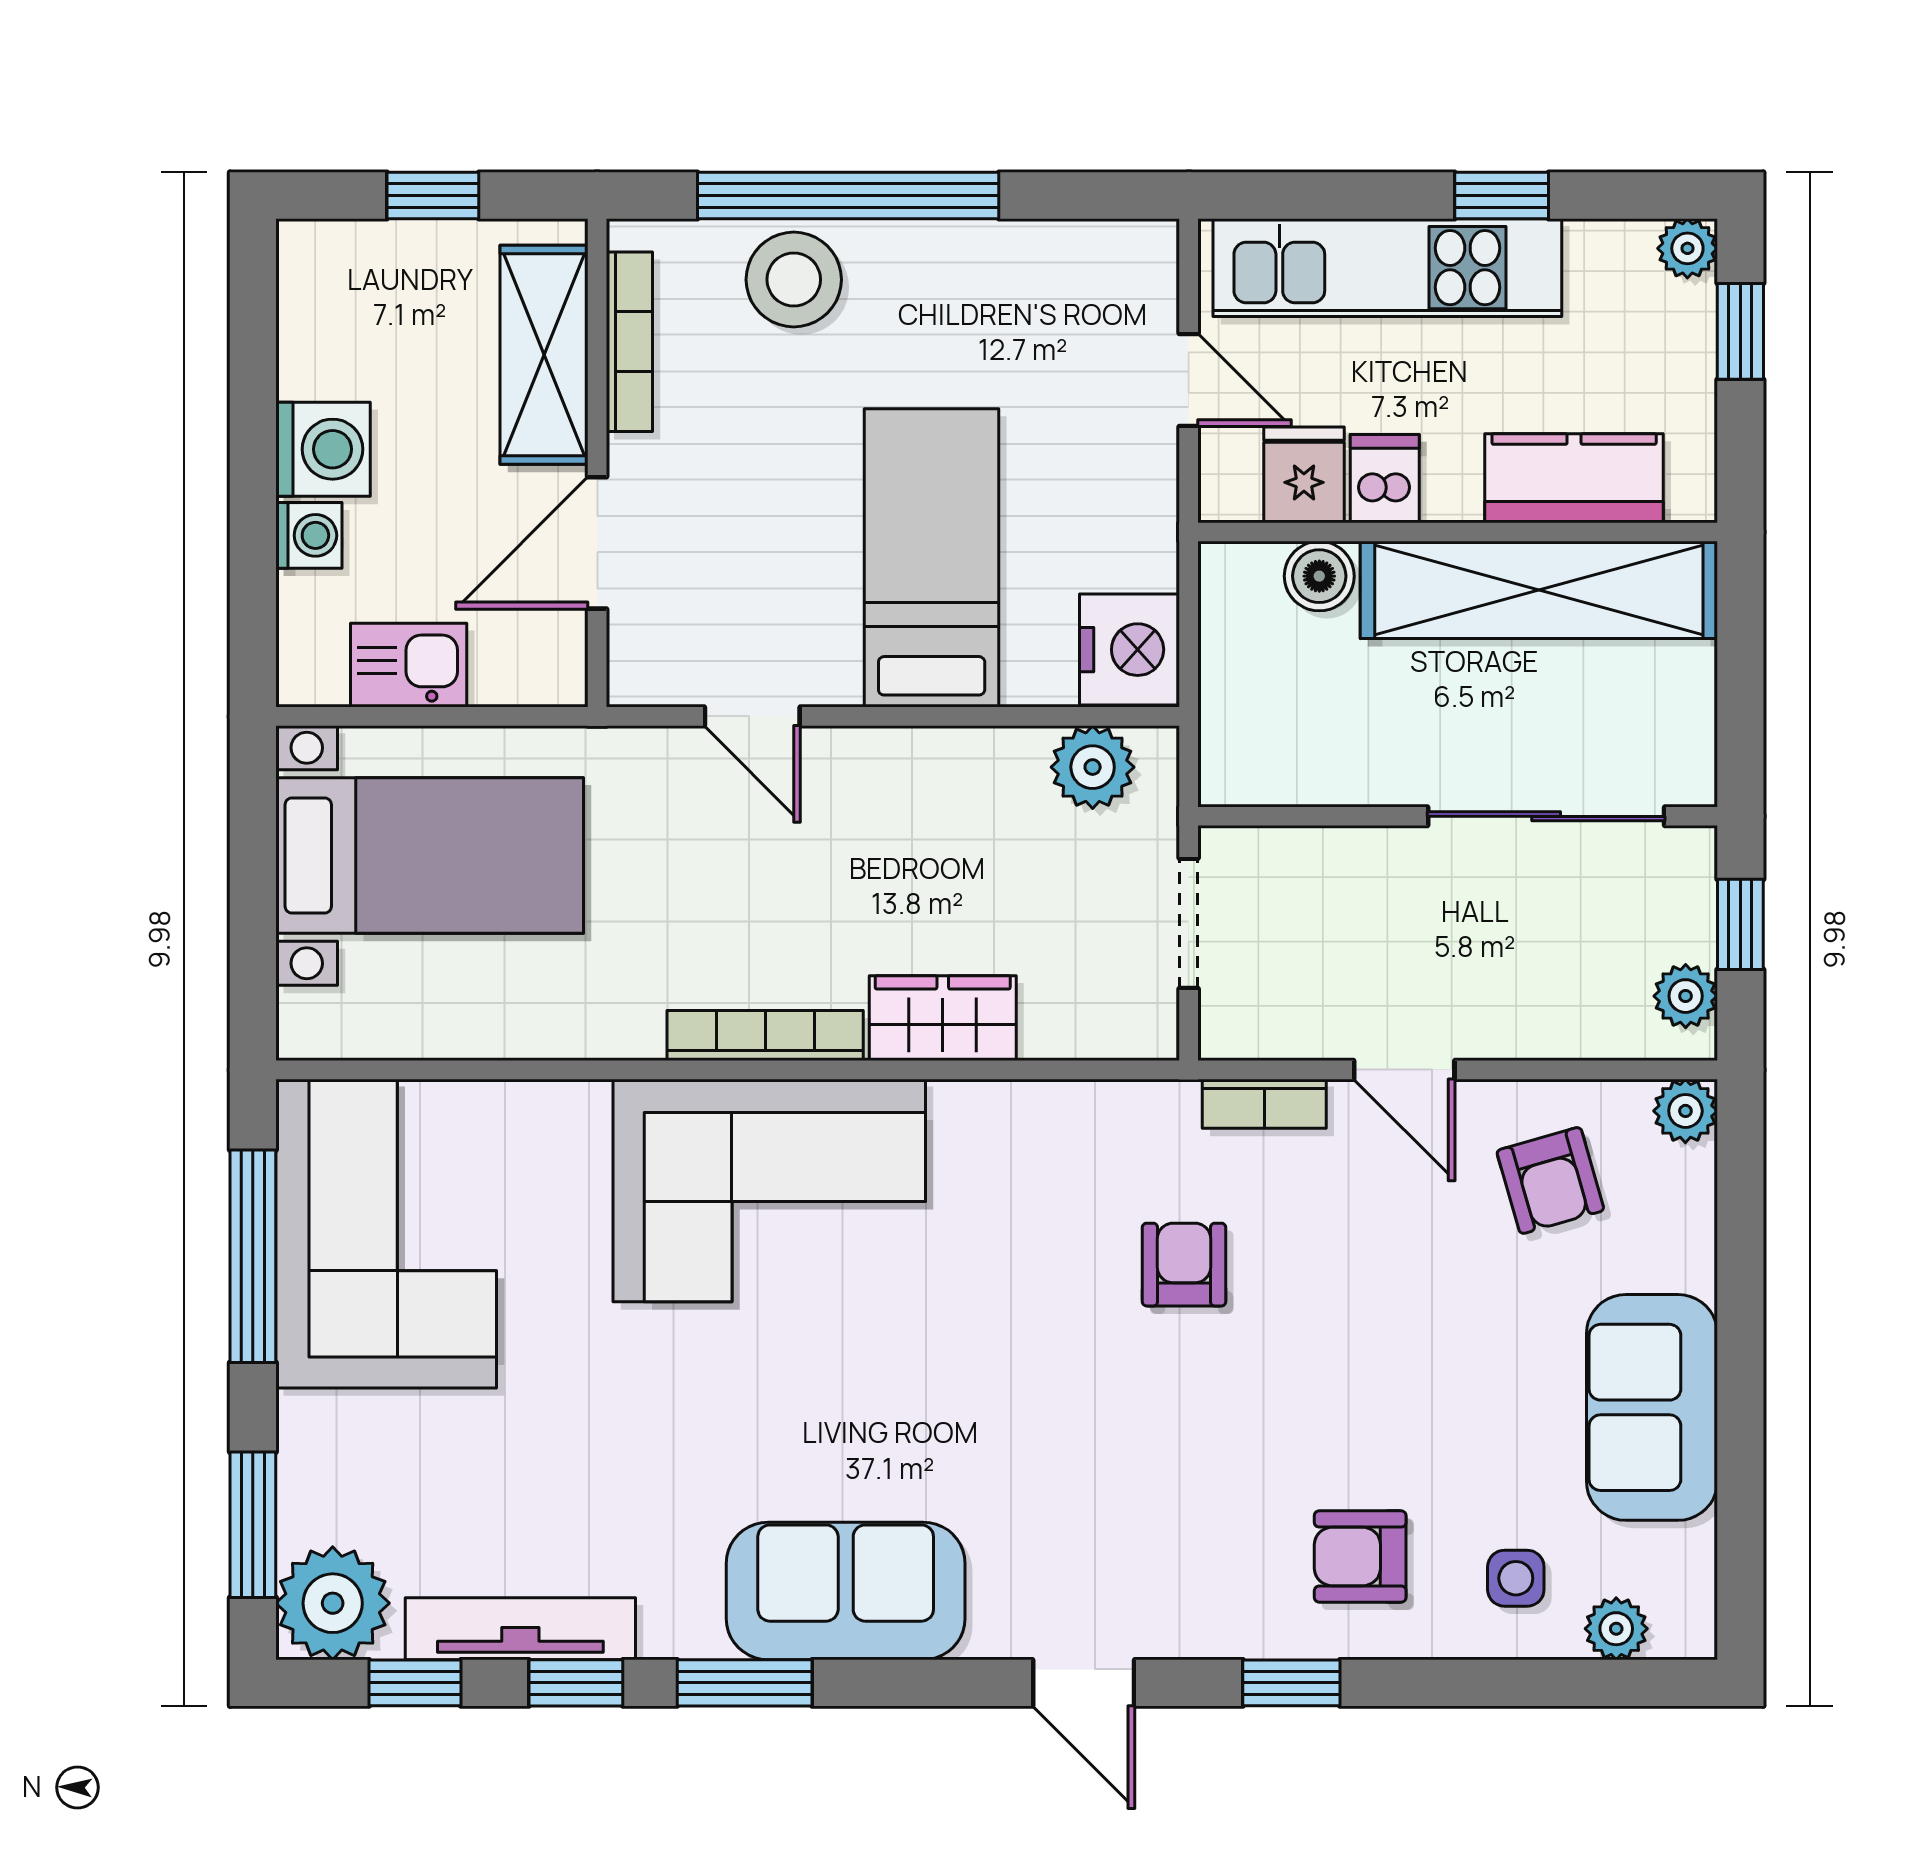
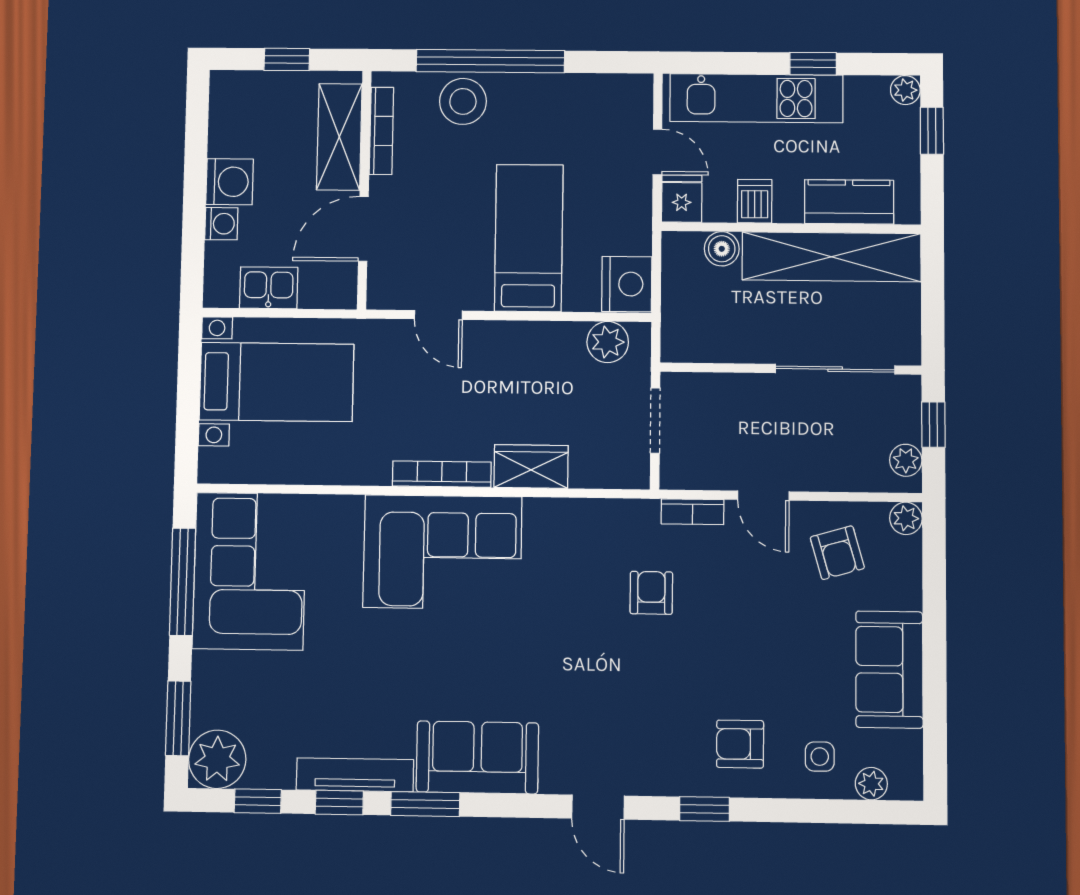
fridge: (1304, 475) -> (682, 199), moved
tv unit: (520, 1629) -> (355, 775), moved

